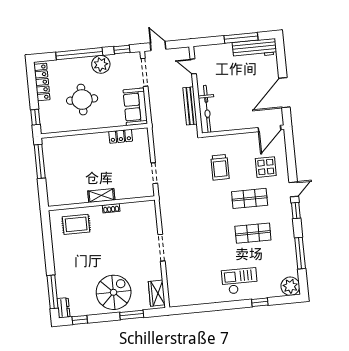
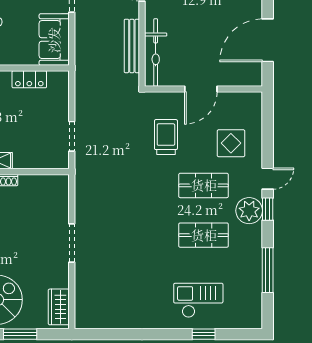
door: (270, 129) -> (201, 89), moved
trolley: (220, 167) -> (166, 137), turned 180
checkout: (240, 281) -> (198, 300), moved
plant: (290, 286) -> (249, 211), moved

